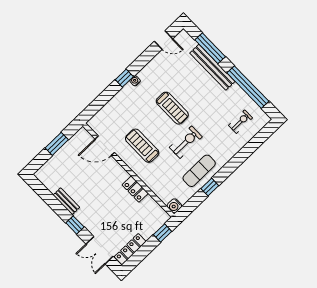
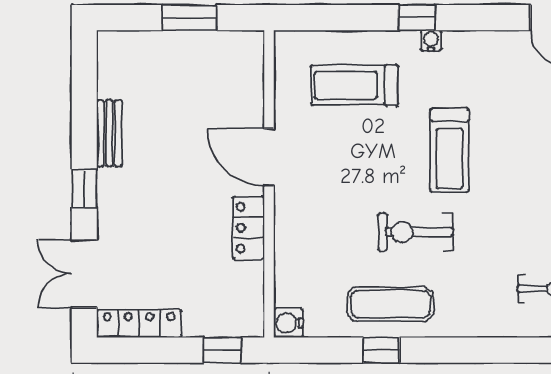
exercise bike: (186, 142) -> (416, 232), turned 180
door: (105, 146) -> (269, 157), moved
treadmill: (142, 146) -> (355, 85), moved, turned -90

